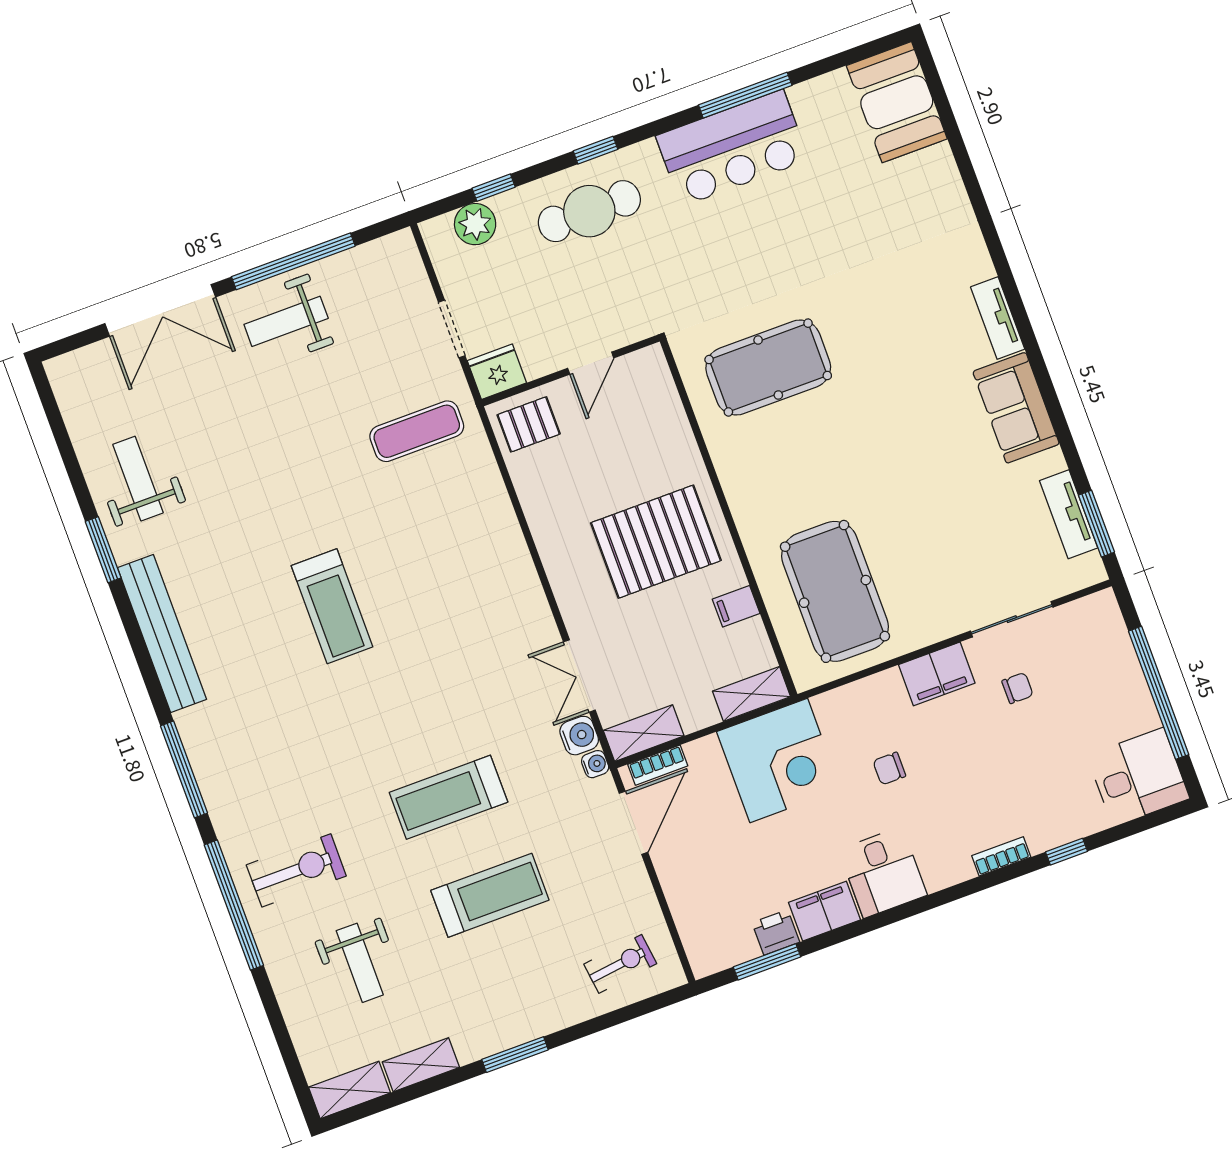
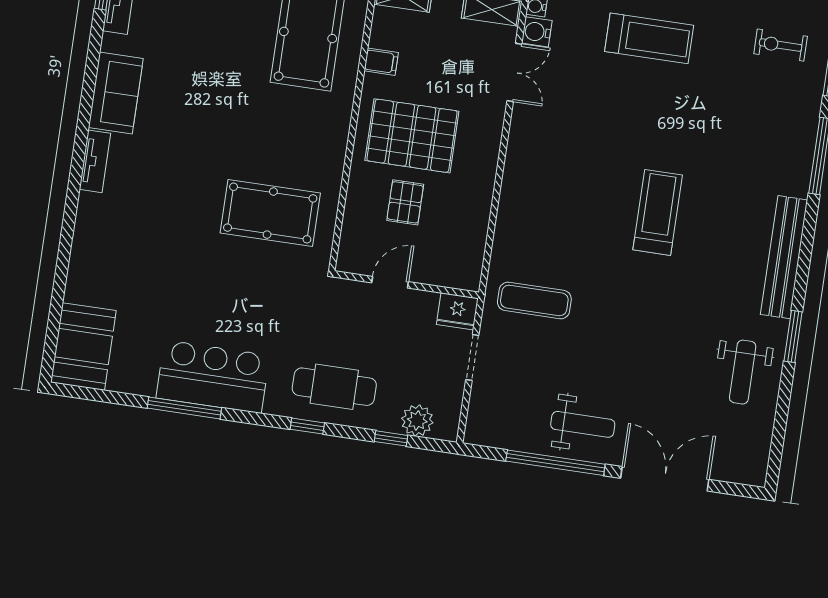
pallet: (529, 424) -> (405, 202), moved, turned 90
exercise bike: (296, 870) -> (781, 45), width x0.73, depth x0.72

